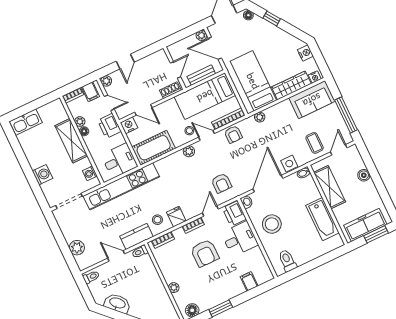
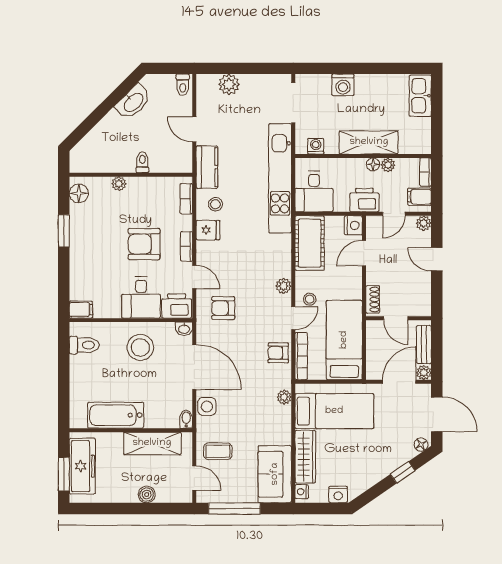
bench: (201, 75) -> (424, 345), moved
toilet: (140, 252) -> (142, 162), moved
door: (116, 256) -> (194, 129), swing flipped
filing cabinet: (249, 281) -> (81, 310), moved

